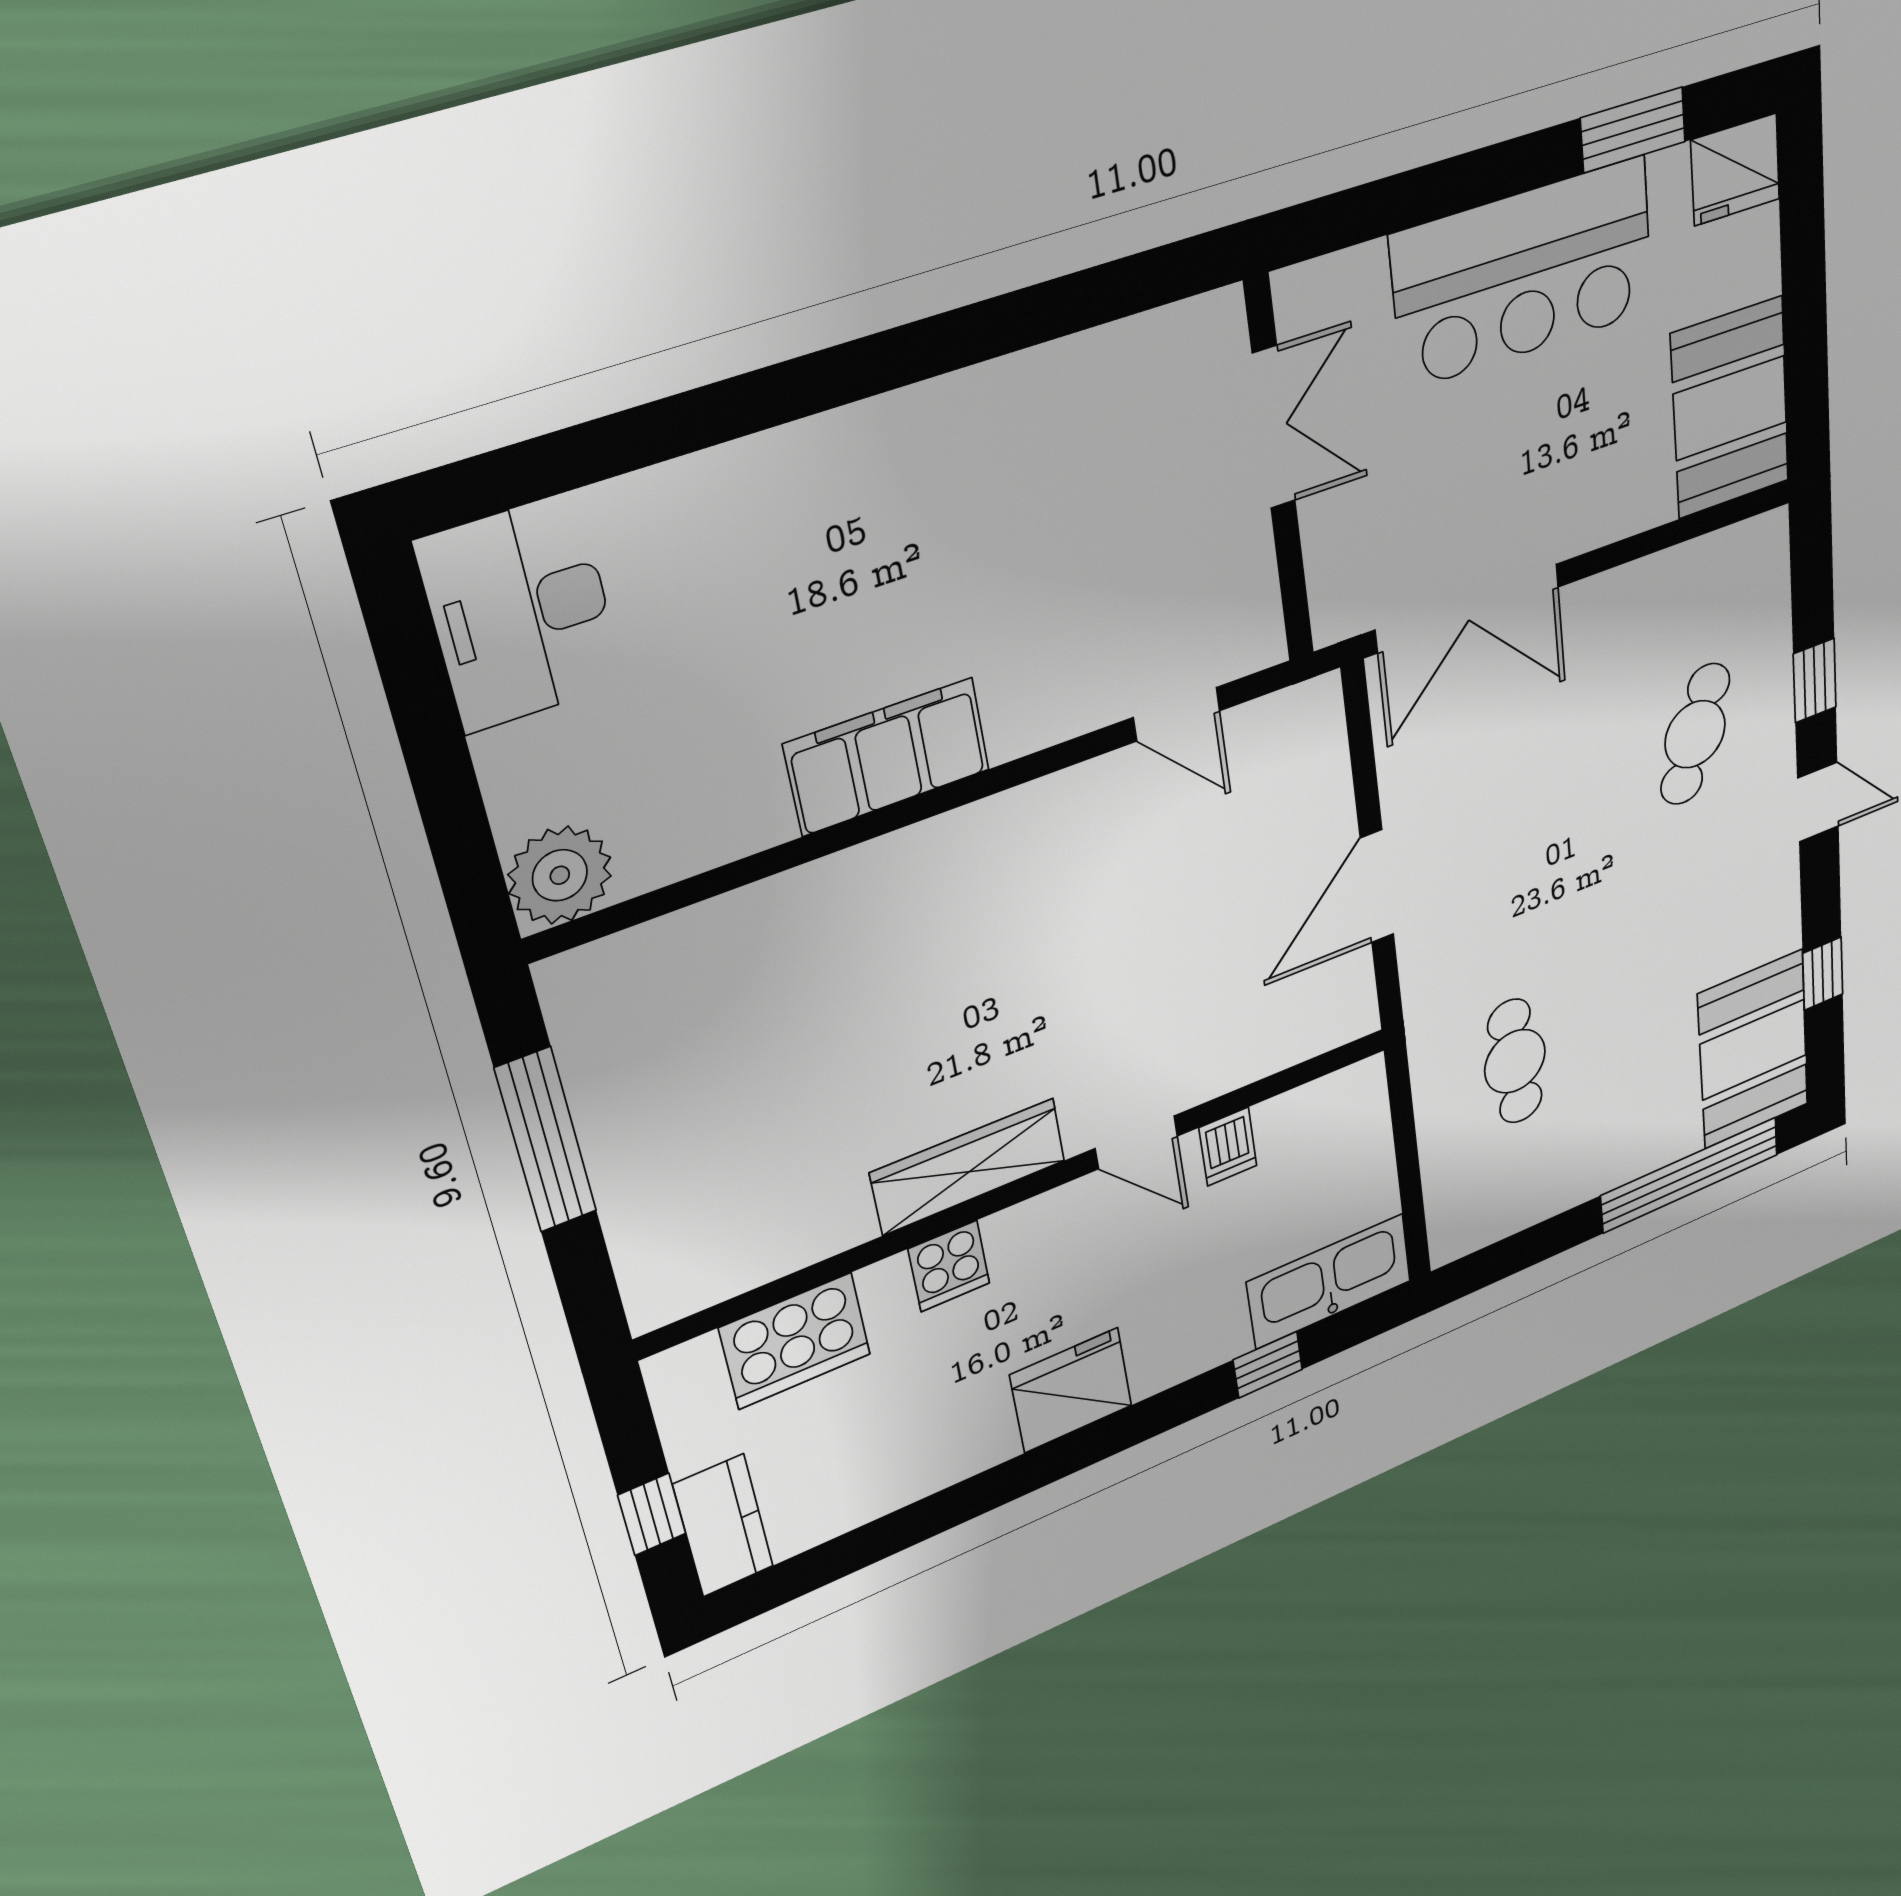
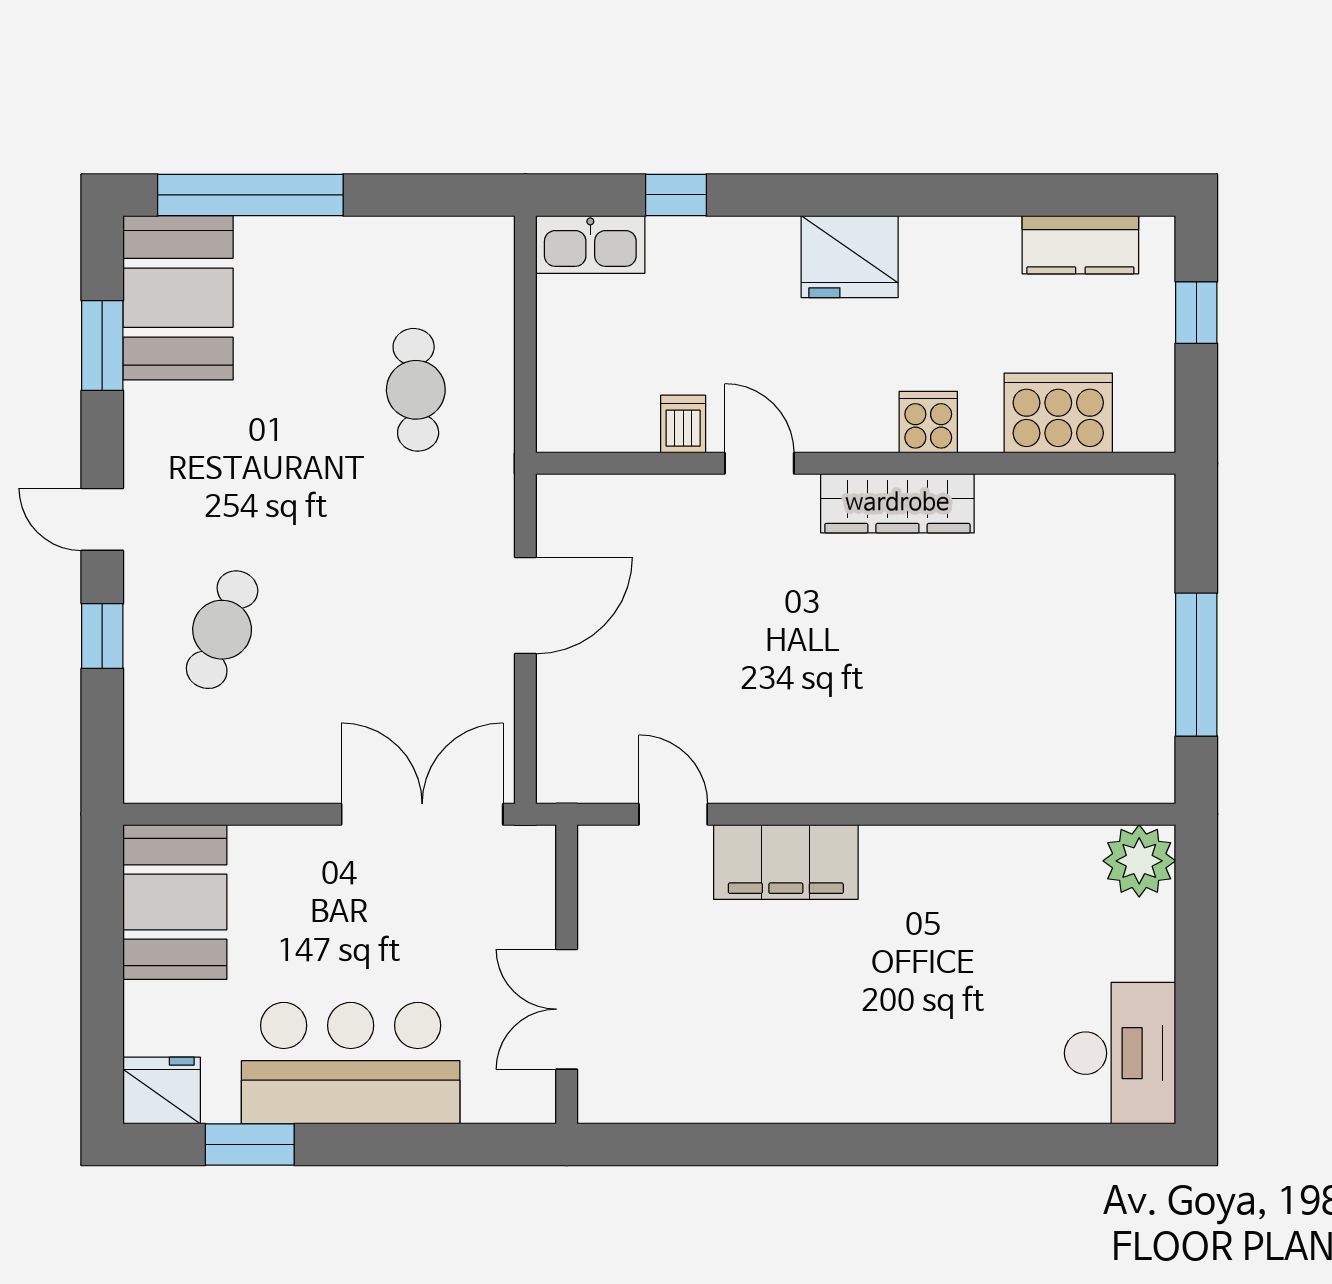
filing cabinet: (887, 757) -> (786, 862), moved
window: (1823, 974) -> (102, 345), width x1.50
kitchen sink: (1329, 1281) -> (590, 244), width x0.73, depth x0.81
kitchen counter: (723, 1526) -> (1080, 245), moved, turned -90

